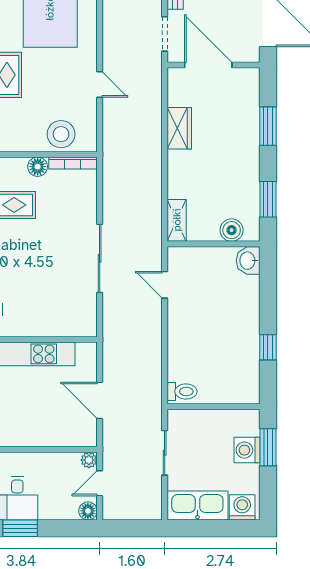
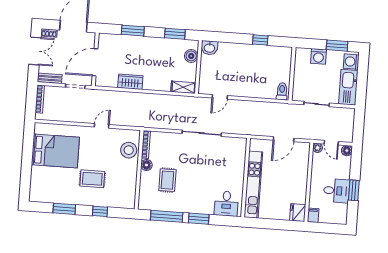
window: (268, 447) -> (337, 46), moved

